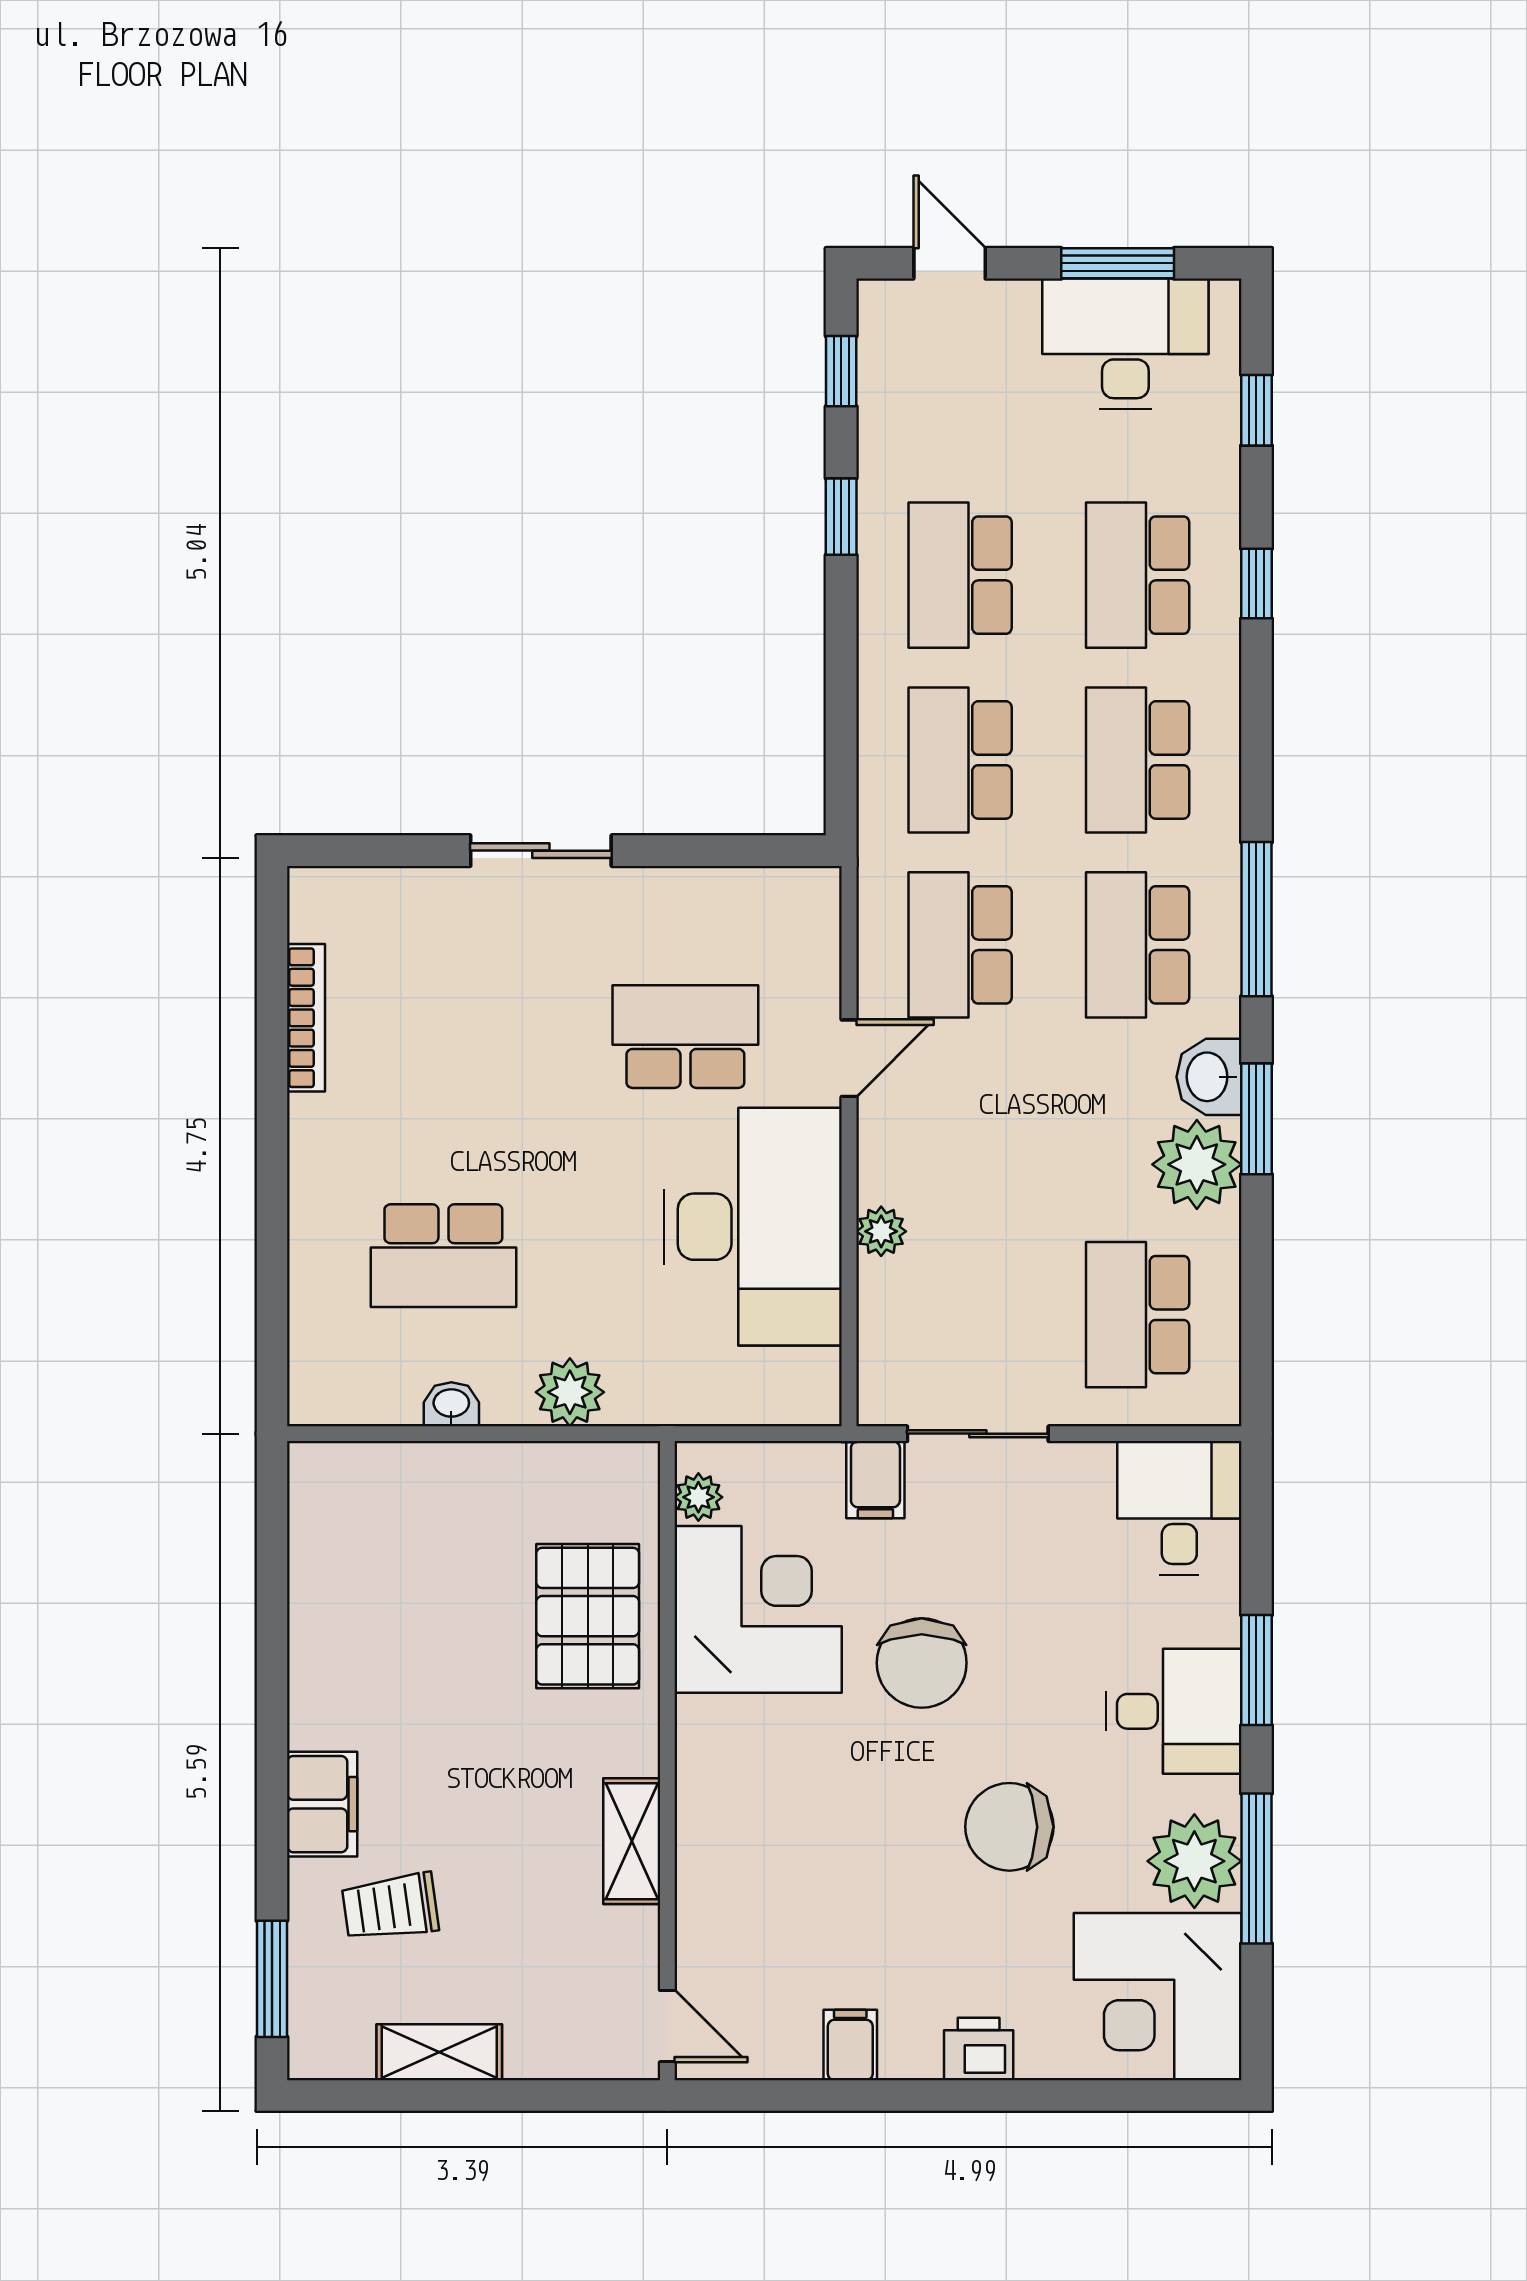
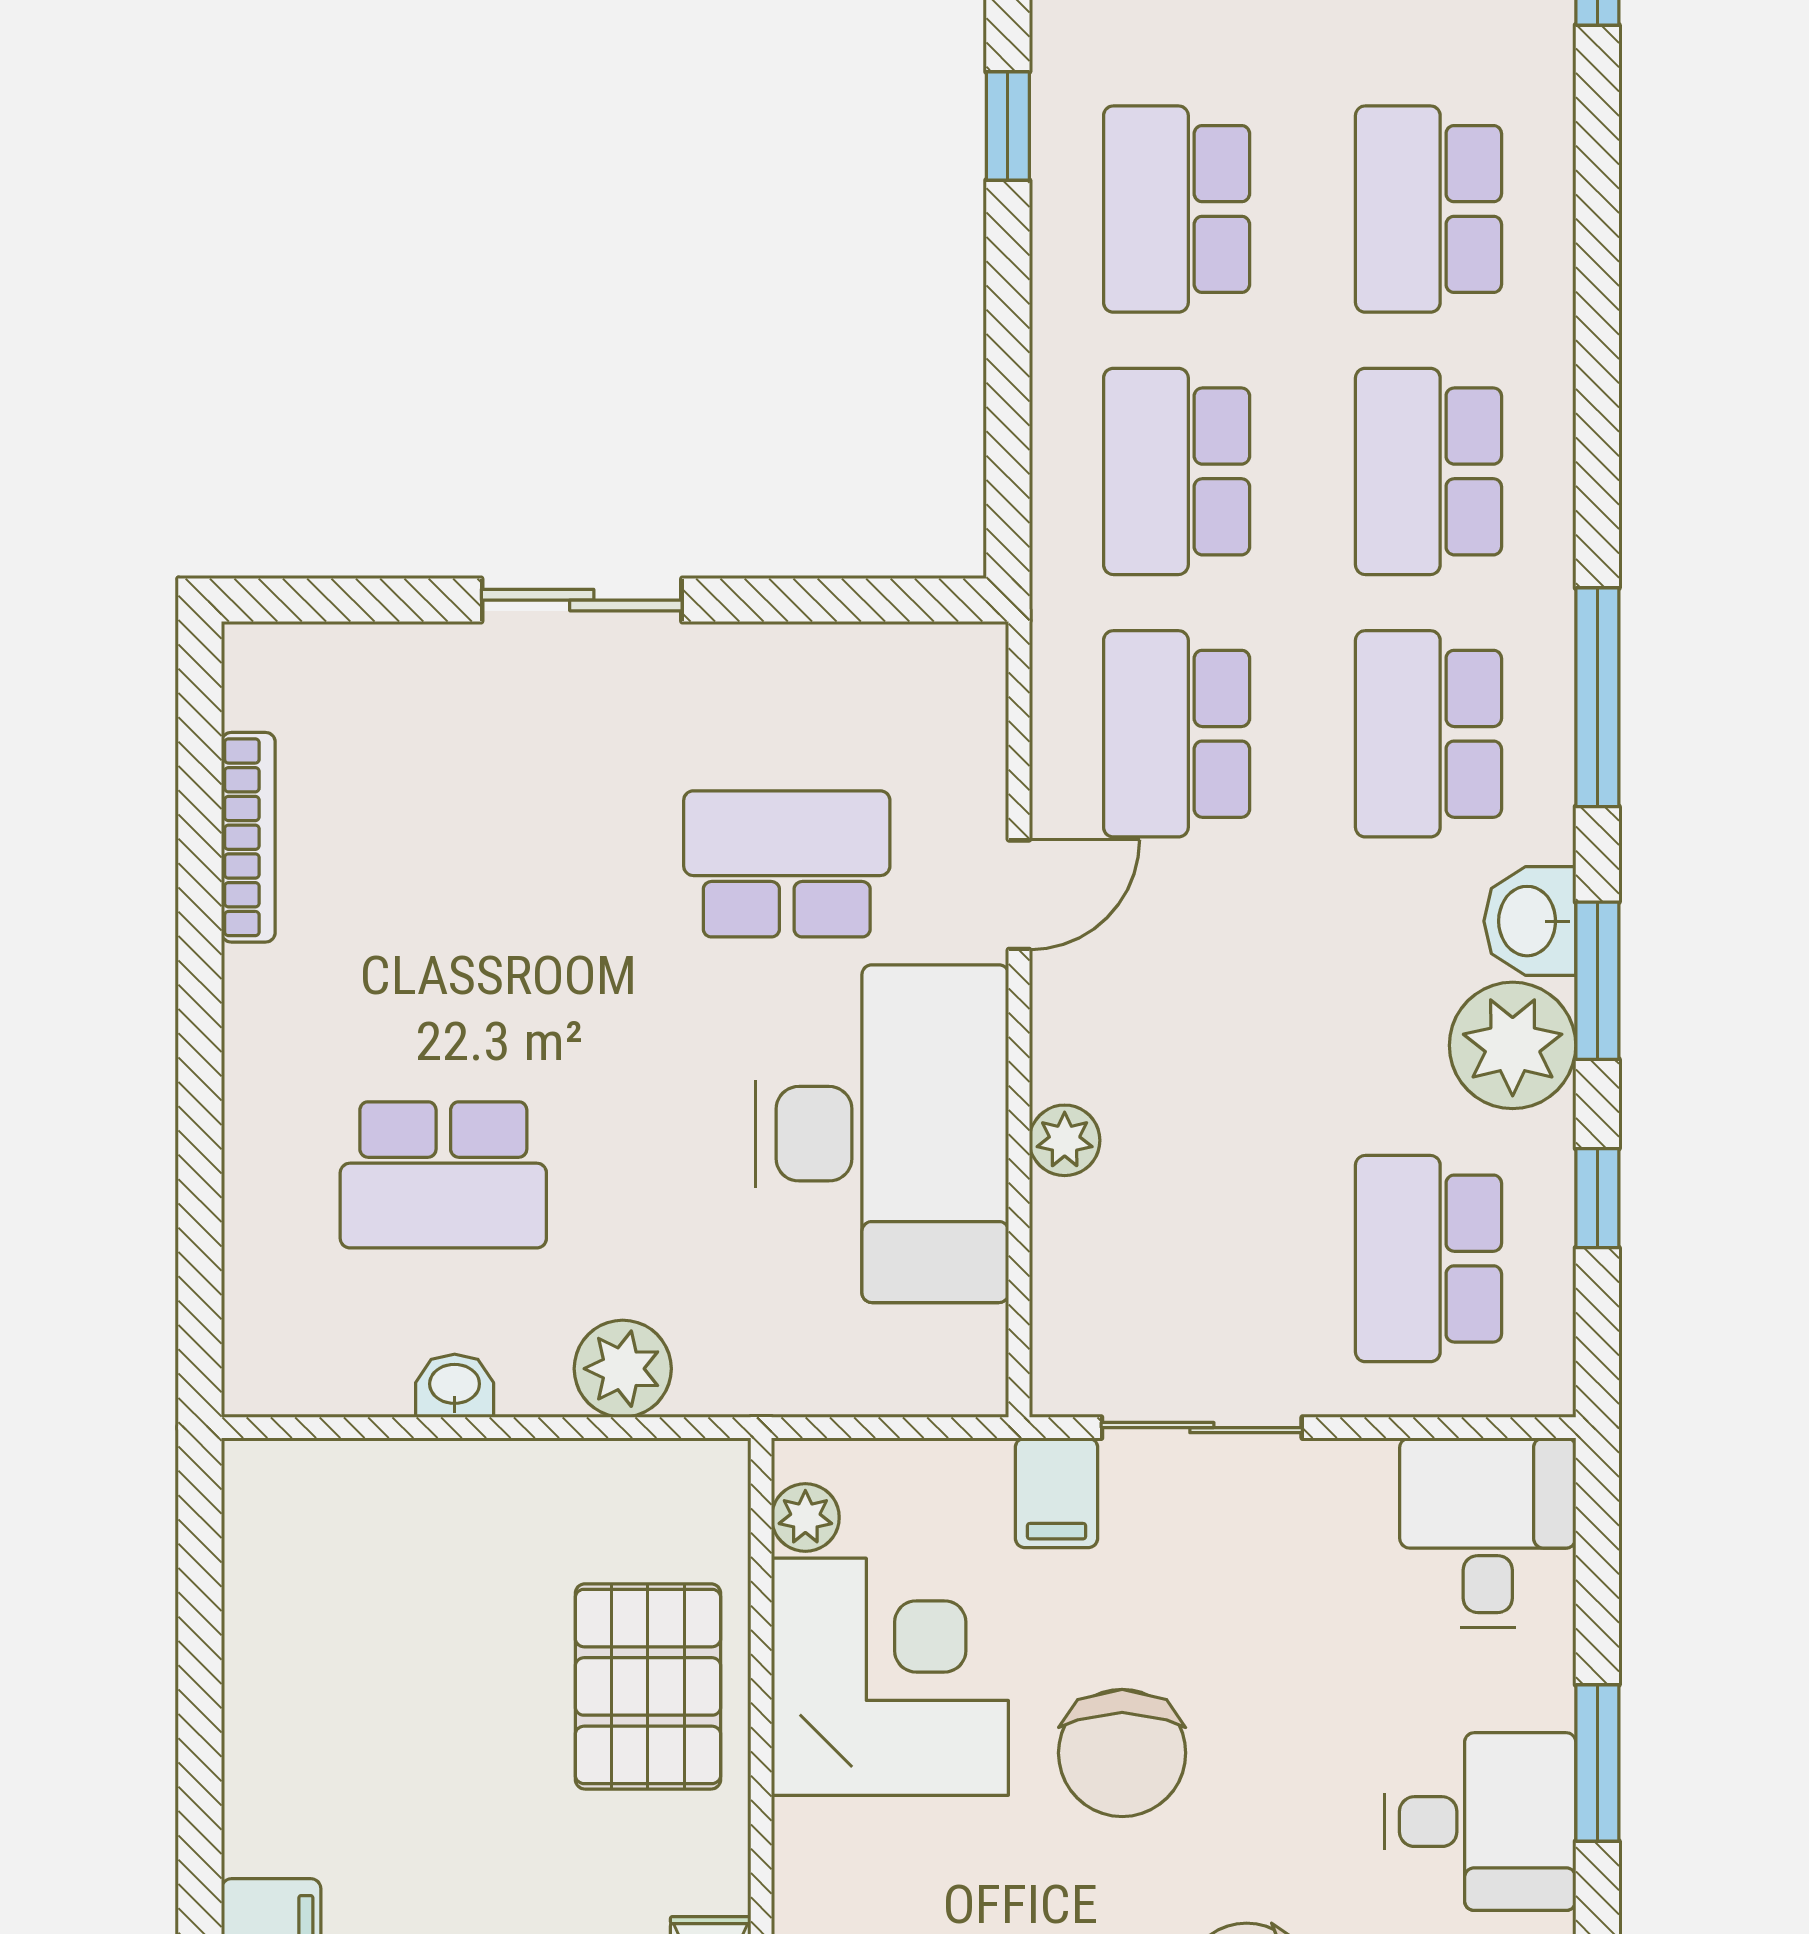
window: (1256, 584) -> (1597, 1198), moved

